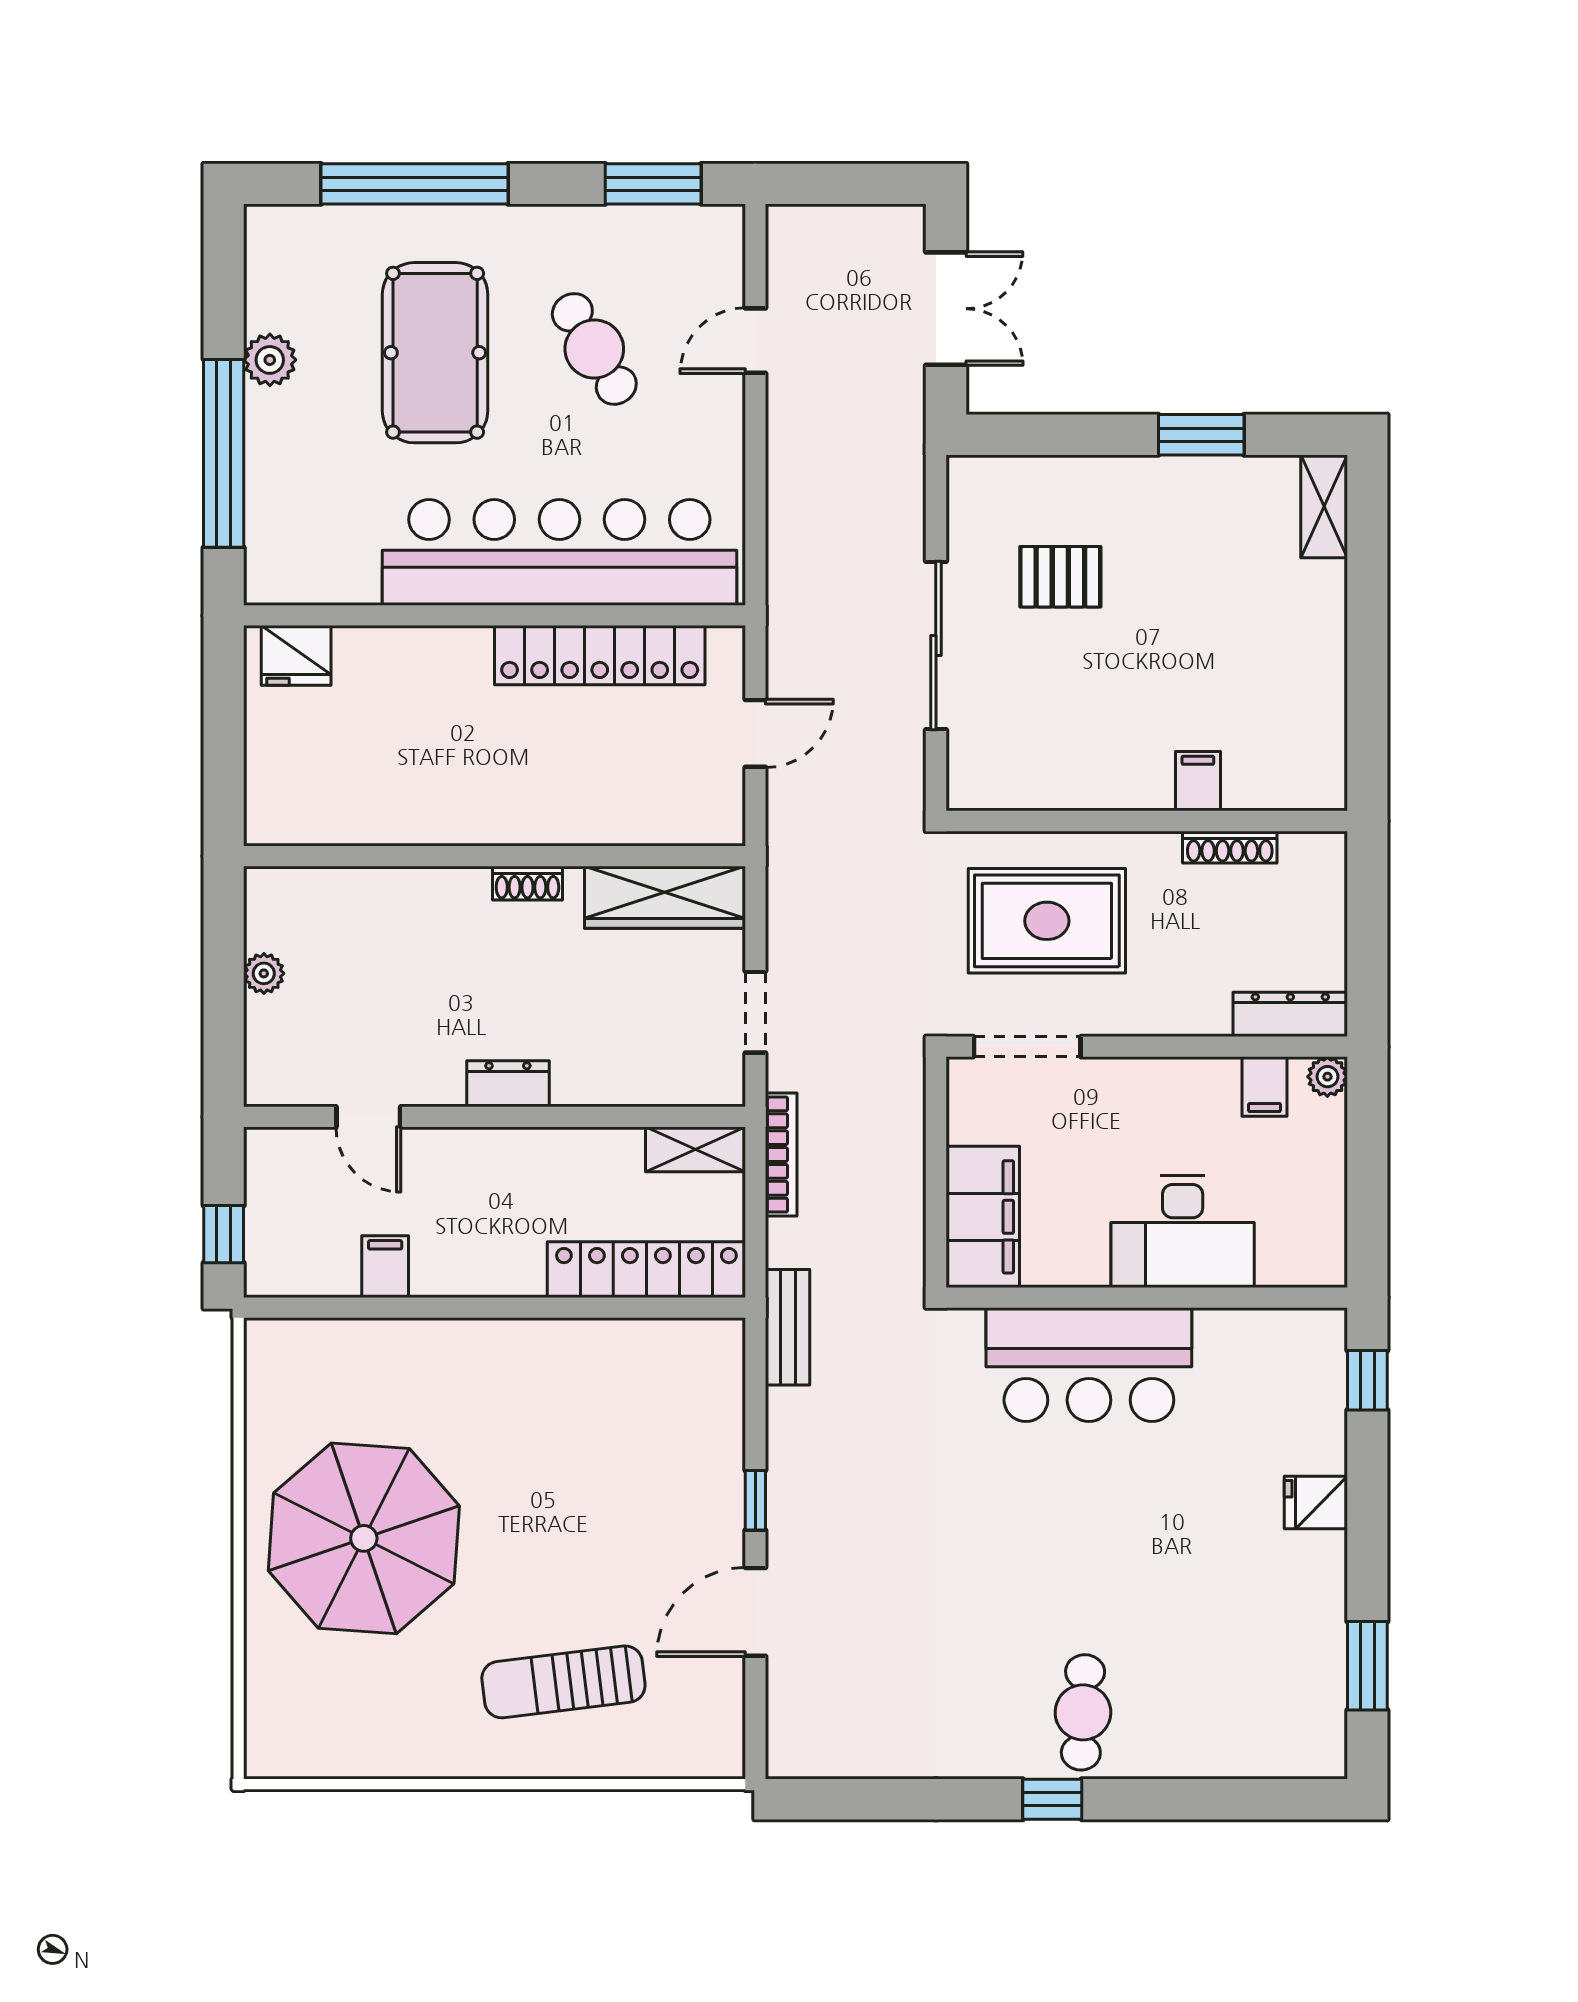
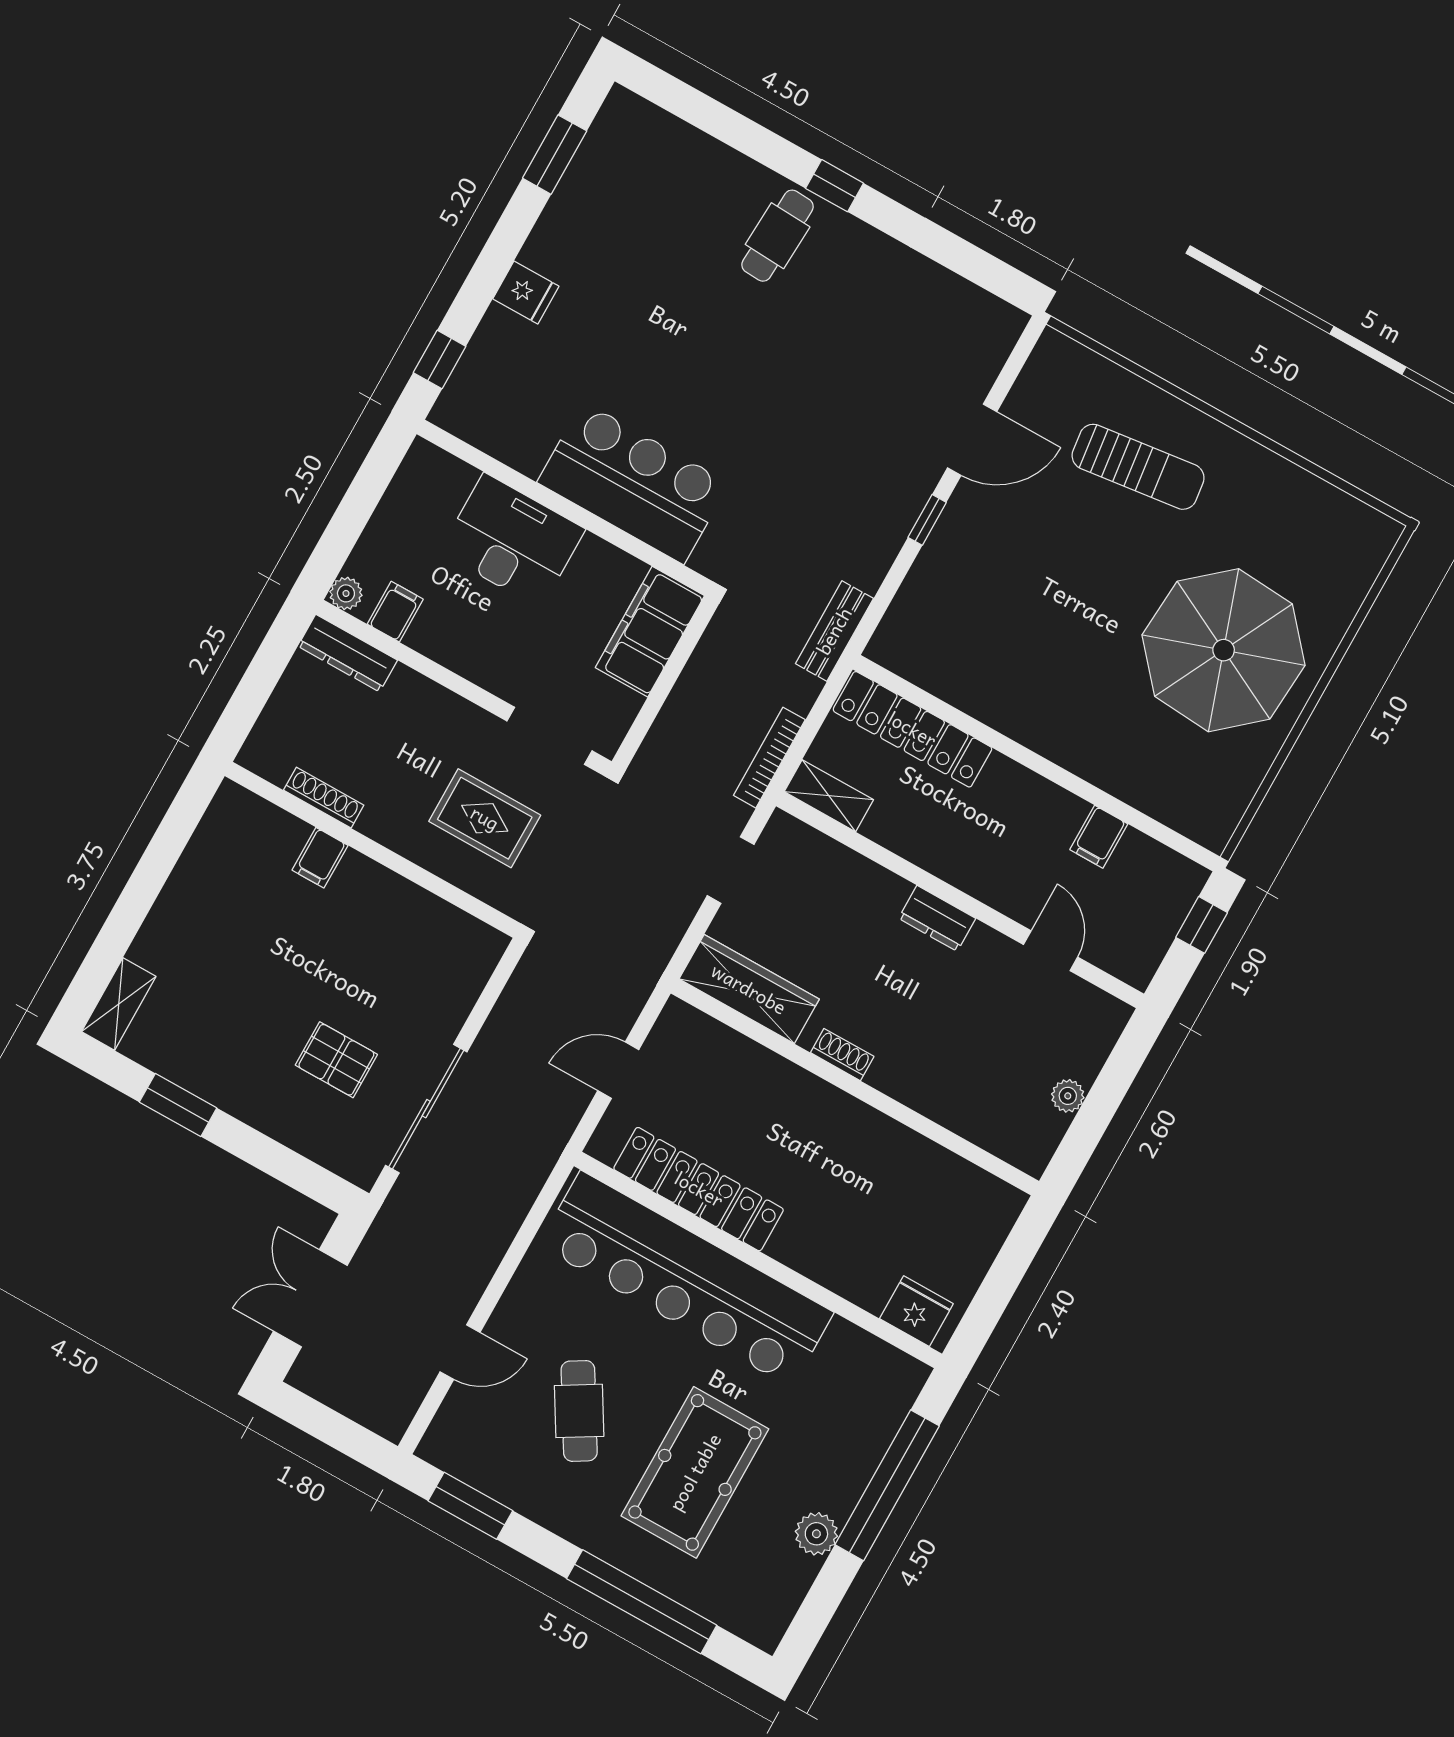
sliding door: (936, 646) -> (426, 1109), moved
rug: (1047, 921) -> (485, 818), width x0.73, depth x0.70

